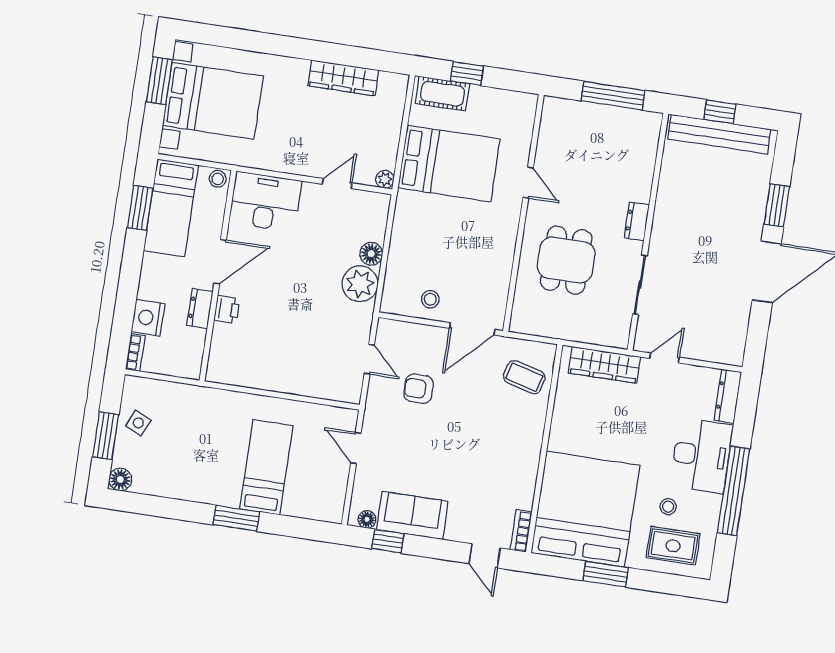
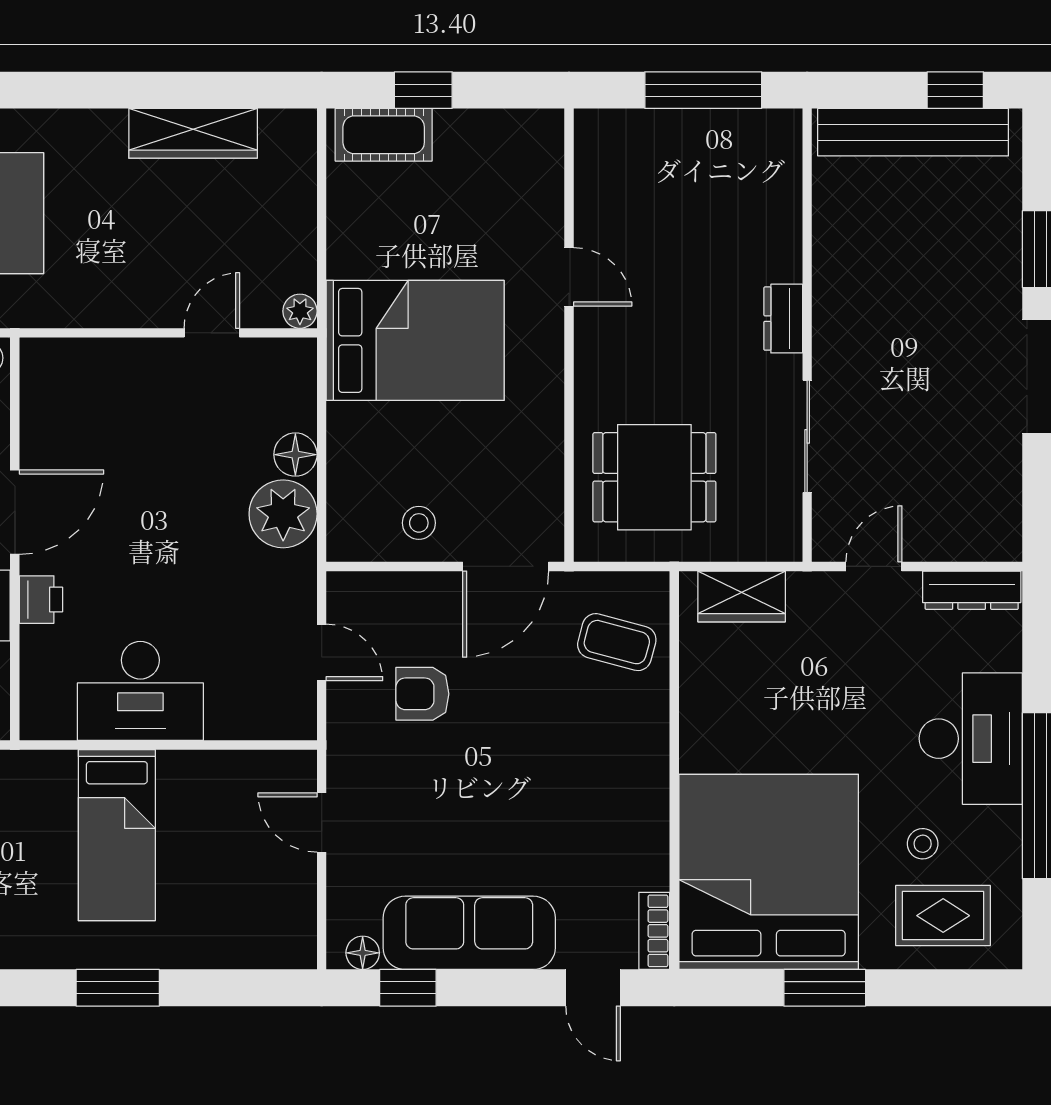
window: (720, 112) -> (955, 90), moved
bed: (449, 163) -> (415, 340), moved
desk: (265, 202) -> (140, 691), moved, turned 180
dining table: (566, 260) -> (654, 477), moved, turned 90
wardrobe: (604, 365) -> (742, 596), width x0.67
dresser: (728, 396) -> (972, 590), moved, turned -90
bed: (266, 467) -> (117, 835), moved, turned 180
sofa: (412, 516) -> (469, 933), width x1.36

